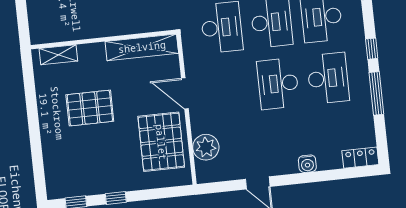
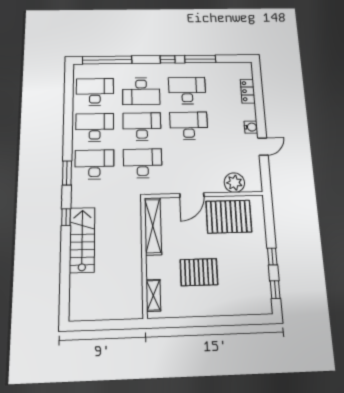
desk: (278, 84) -> (189, 126), turned 180
pallet: (90, 108) -> (199, 272), turned 90
locker: (360, 158) -> (248, 91), moved
water cooler: (307, 164) -> (251, 127), moved

